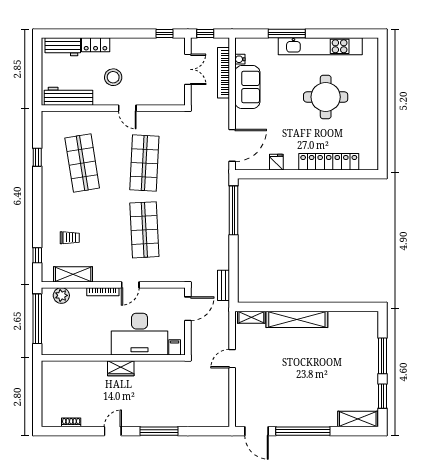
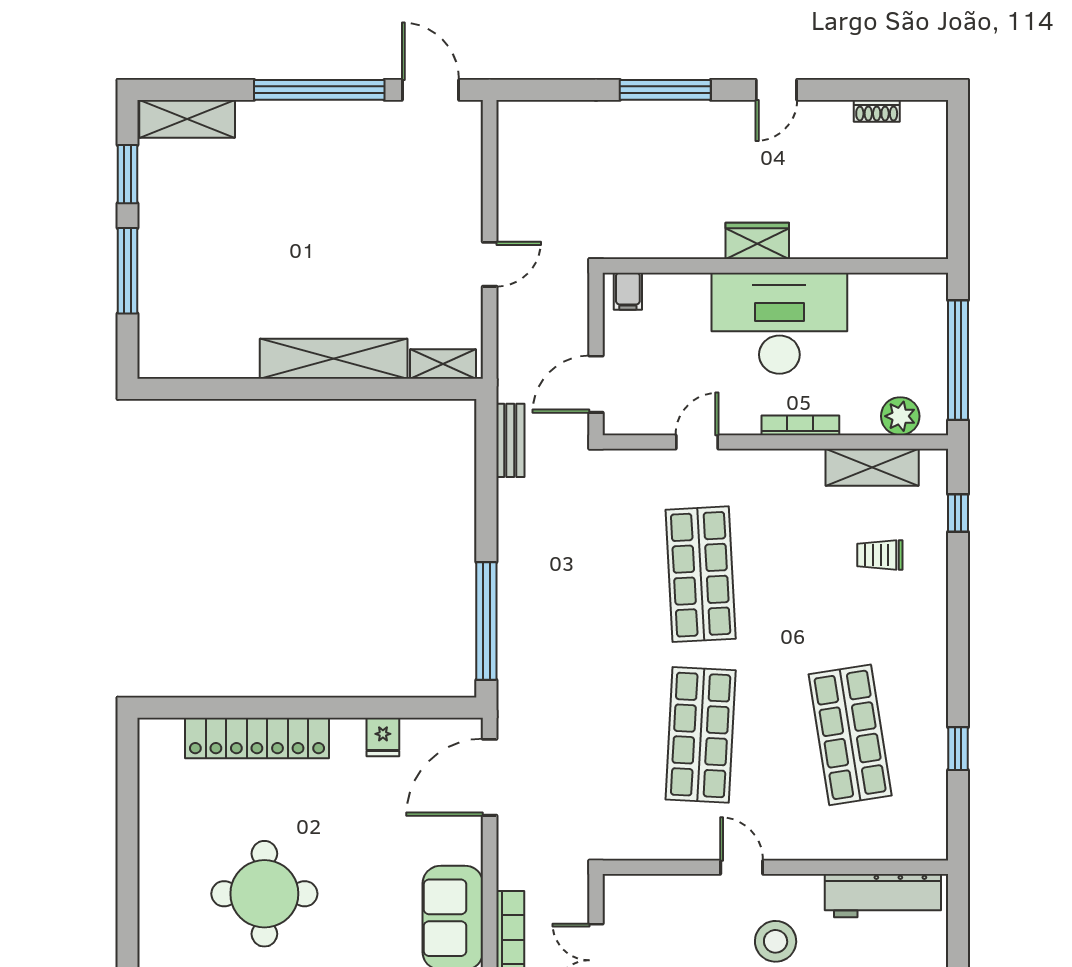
door: (130, 285) -> (697, 442), moved
desk: (140, 334) -> (779, 323), moved

